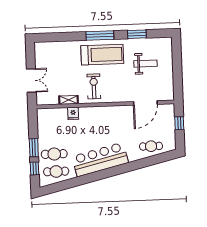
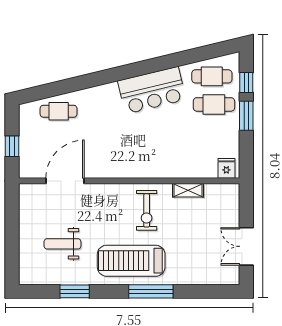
window: (100, 36) -> (151, 291), moved
double door: (31, 81) -> (246, 246), moved
fridge: (73, 113) -> (226, 168), moved
bar counter: (100, 160) -> (152, 90), width x0.73

